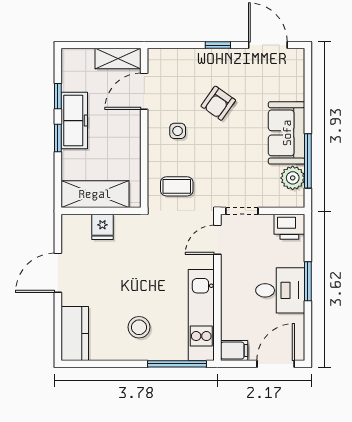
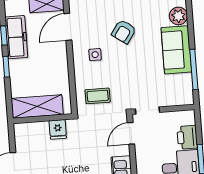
freezer: (74, 121) -> (16, 37), moved
plant: (293, 178) -> (178, 16), moved
fridge: (102, 227) -> (58, 129), moved
printer: (289, 227) -> (187, 137), moved, turned 90

